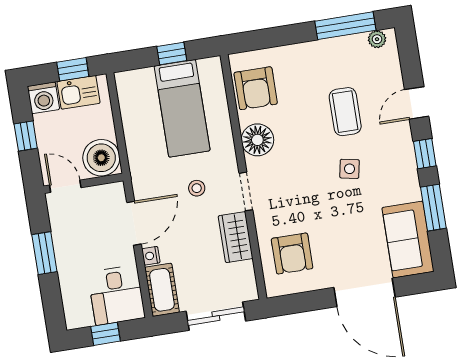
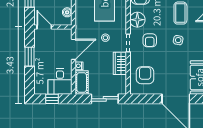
boiler: (101, 158) -> (67, 12), width x0.54, depth x0.54
armchair: (290, 179) -> (150, 40), added
armchair: (292, 253) -> (145, 75), turned 180

